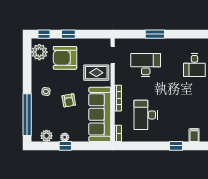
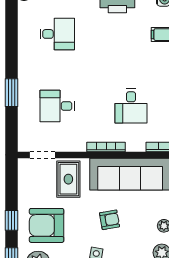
armchair: (65, 58) -> (47, 225), turned 90
desk: (146, 65) -> (57, 106), width x0.73
desk: (146, 115) -> (131, 106), width x0.73

